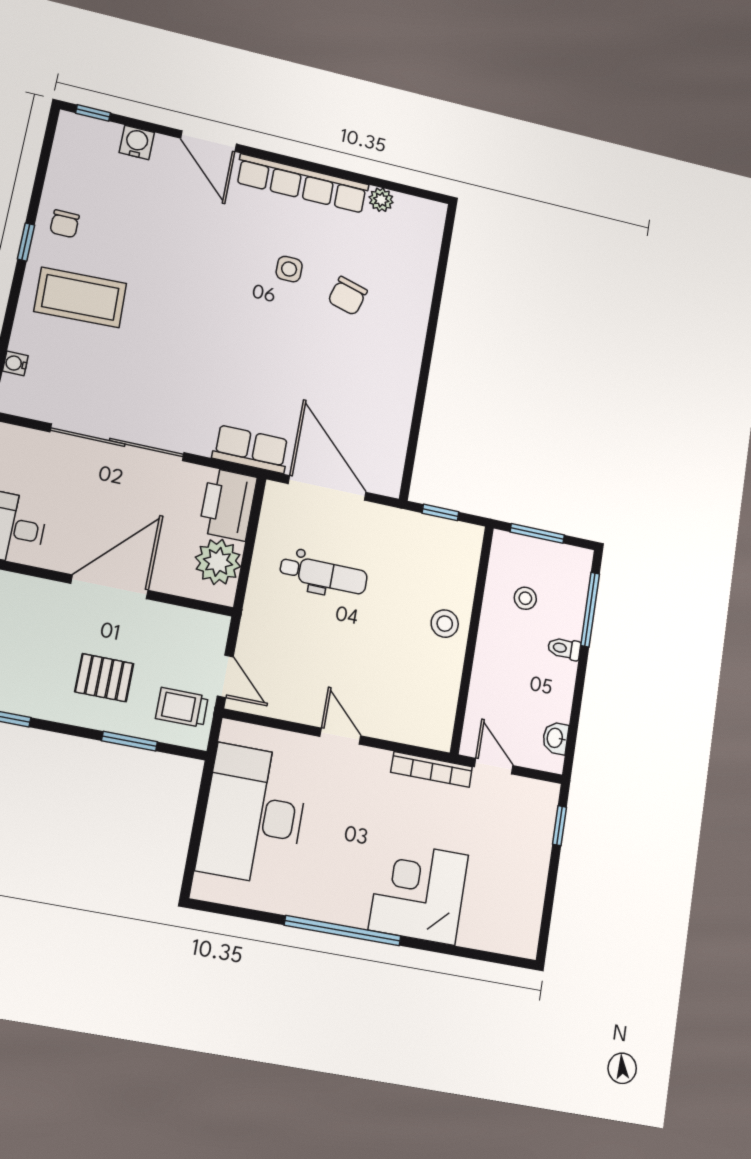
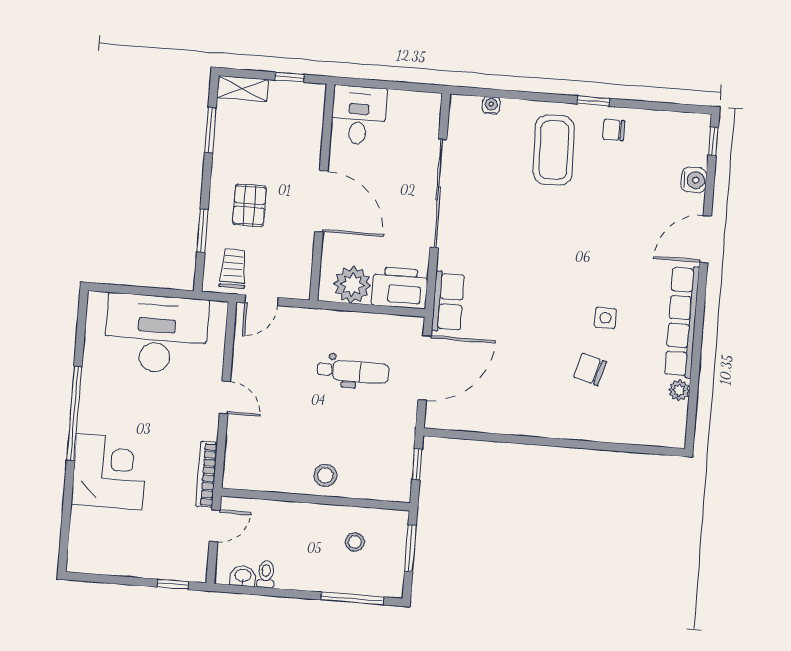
dental chair: (324, 574) -> (353, 371), turned -90
toilet: (564, 649) -> (266, 574), moved
door: (340, 736) -> (225, 397), hinge flipped

